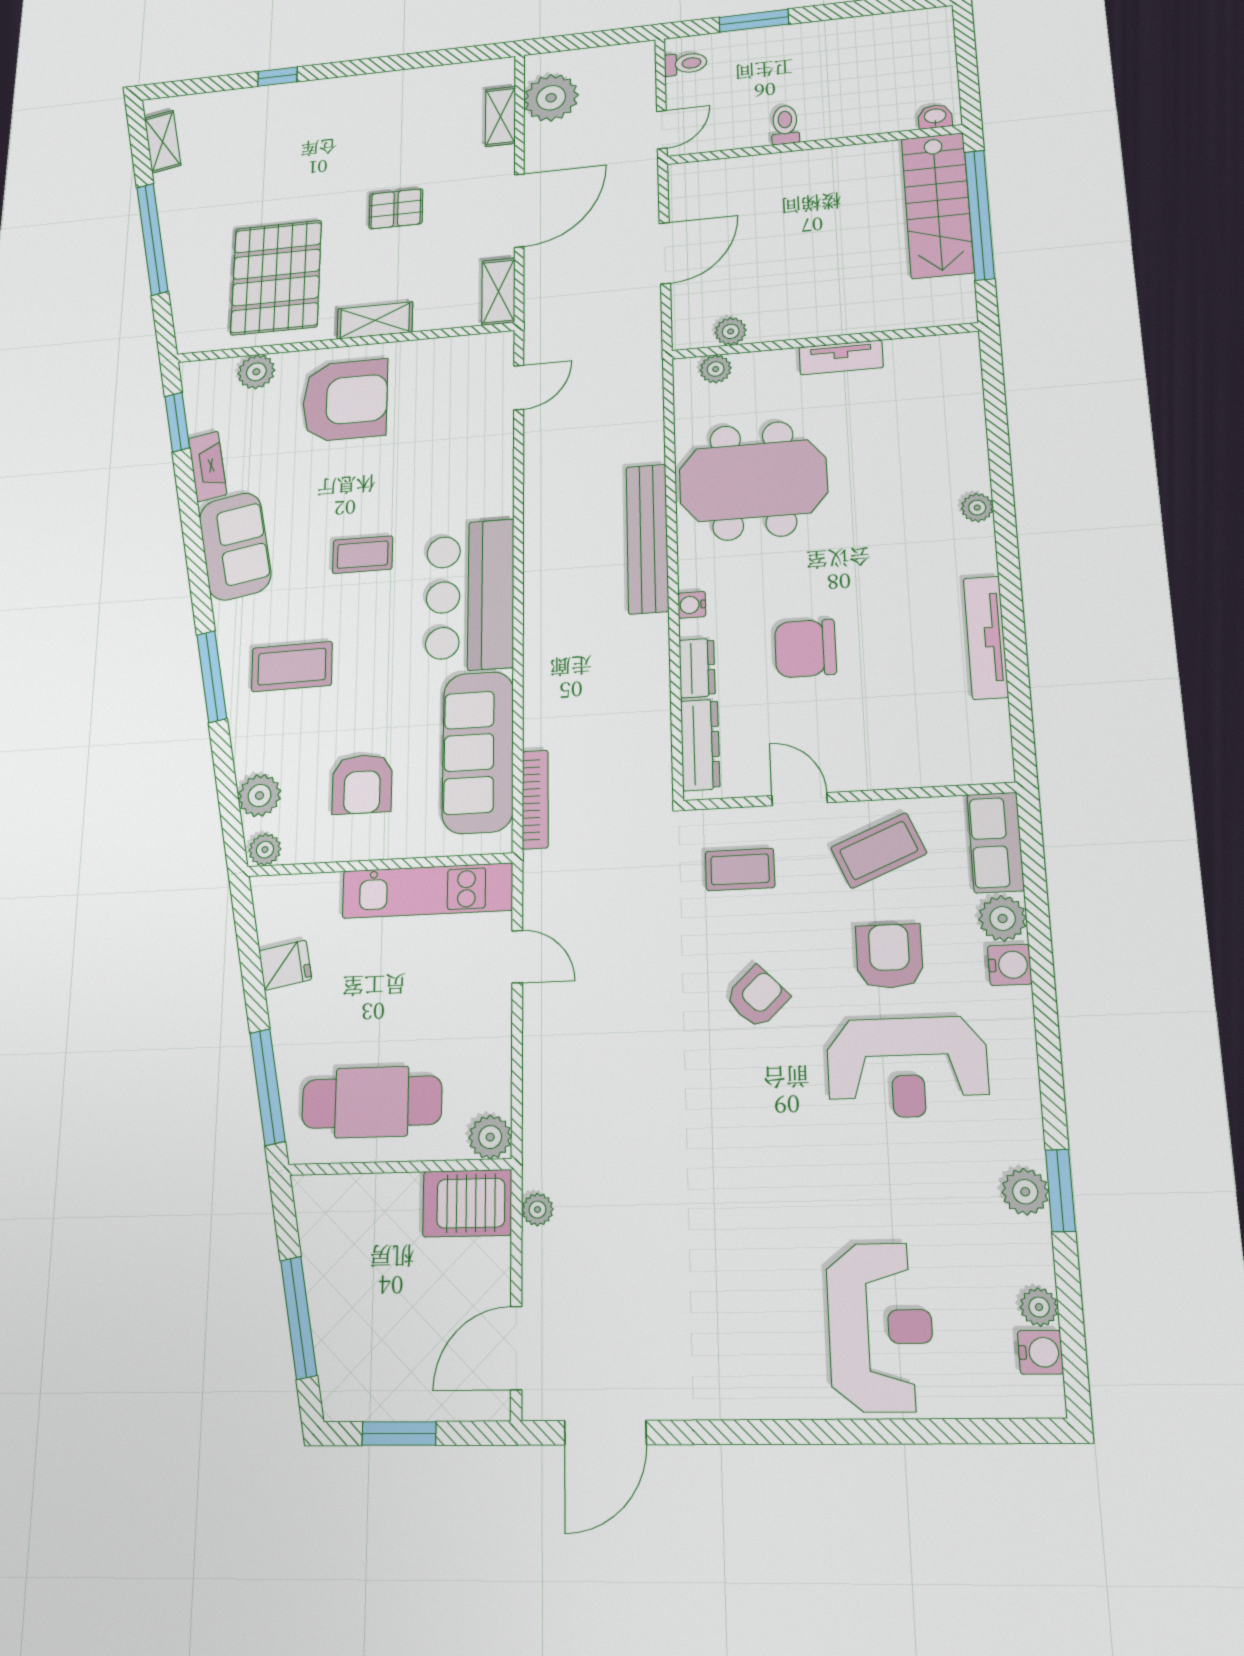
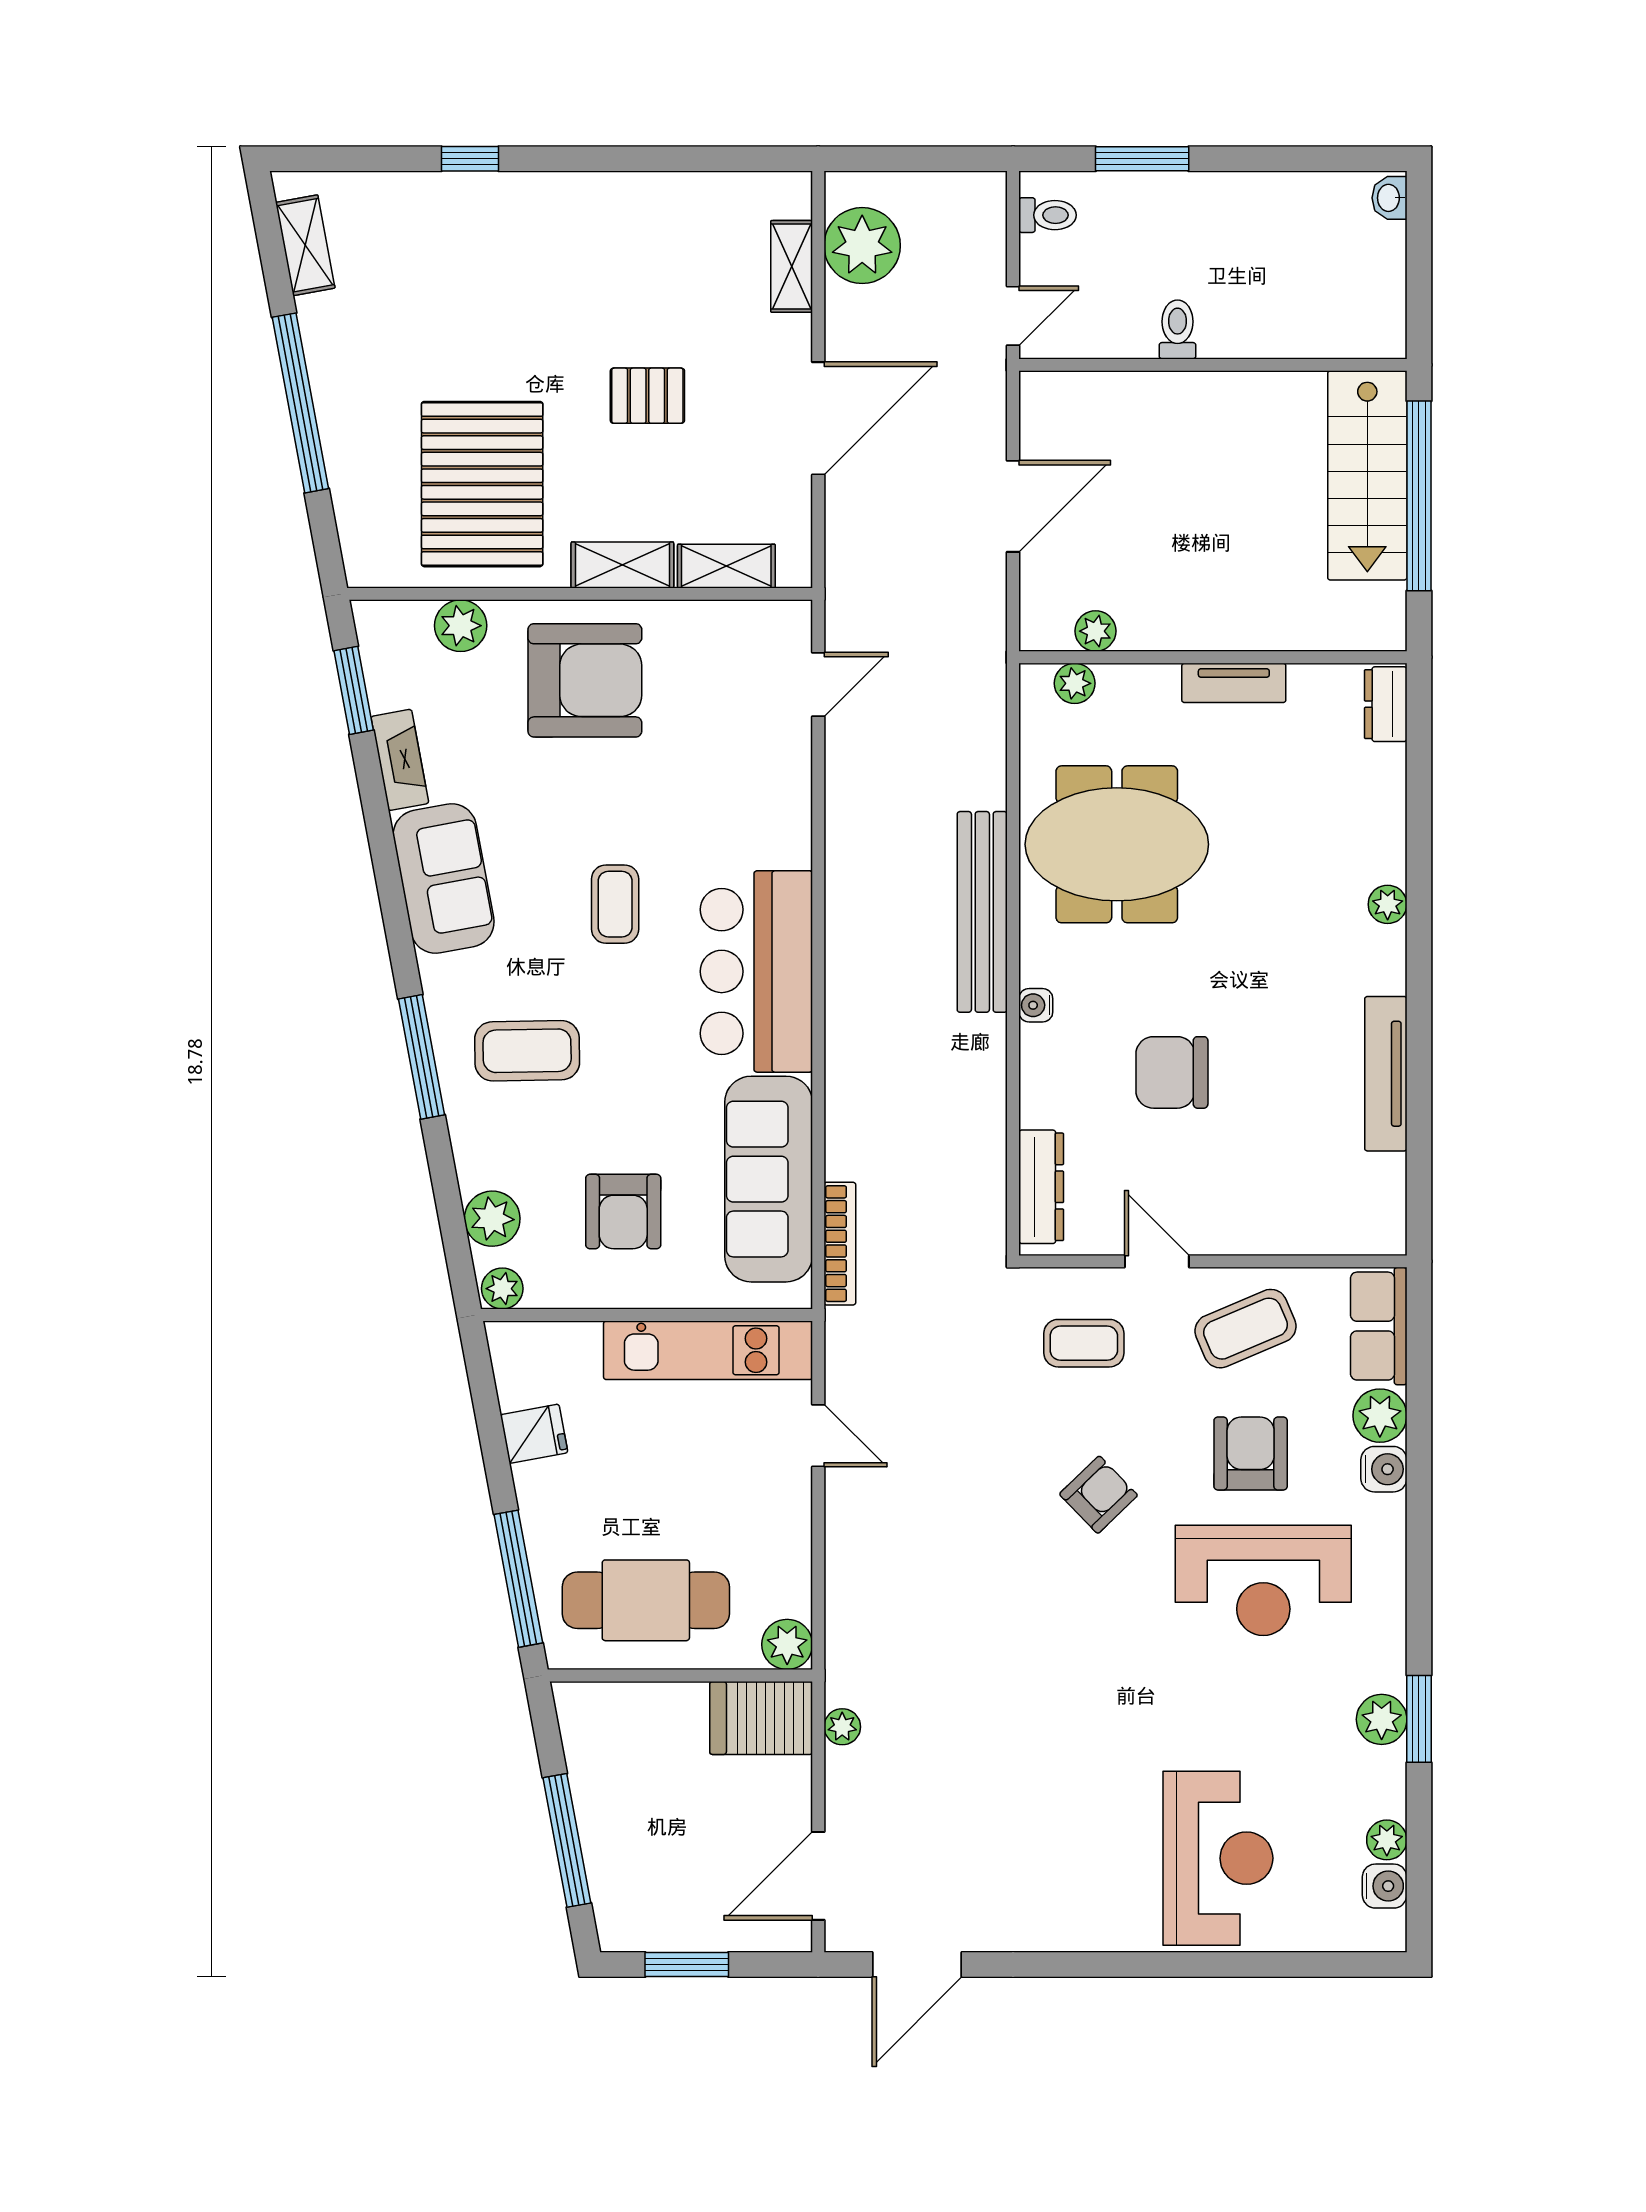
washbasin: (935, 116) -> (1389, 198), moved, turned -90
shelving: (498, 291) -> (726, 566), moved, turned 90
coffee table: (363, 555) -> (615, 904), turned 90
dresser: (697, 668) -> (1386, 704), moved, turned 180

